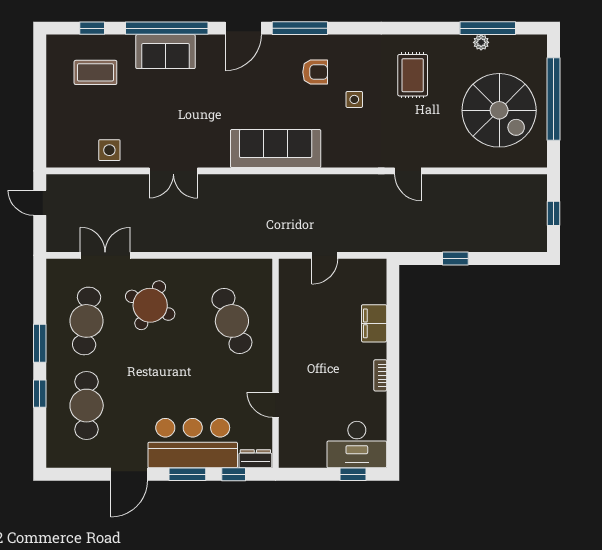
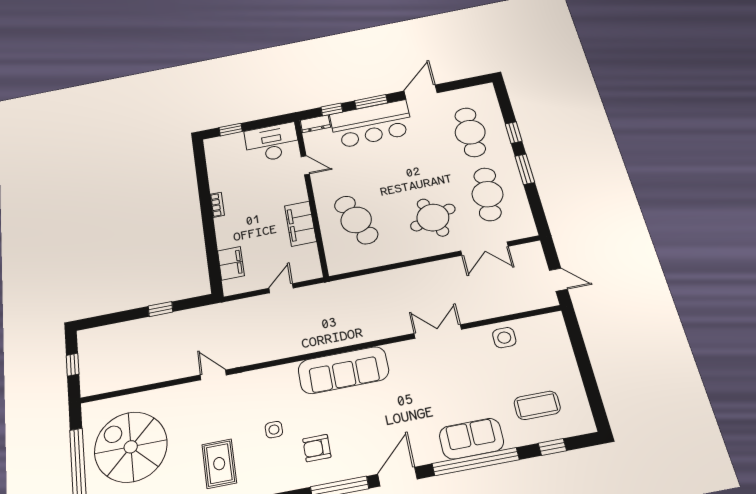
round table: (150, 305) -> (433, 218), turned 45
filing cabinet: (374, 323) -> (231, 263), moved
filing cabinet: (292, 330) -> (300, 224), added
desk: (357, 445) -> (272, 143), moved

